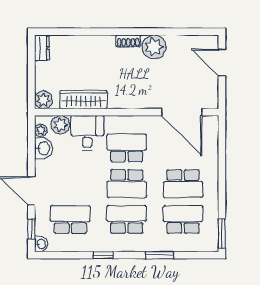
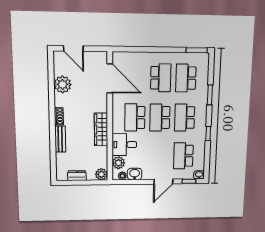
bench: (96, 42) -> (60, 139), added
plant: (154, 47) -> (63, 84), moved
dresser: (42, 48) -> (77, 176), moved
door: (222, 62) -> (73, 48), hinge flipped
wardrobe: (83, 100) -> (101, 129), moved
door: (182, 112) -> (110, 78), hinge flipped
school desk: (127, 184) -> (160, 118), turned 180

